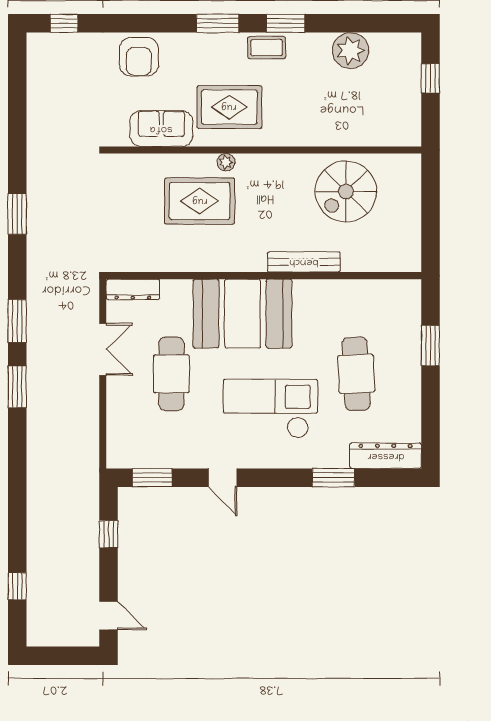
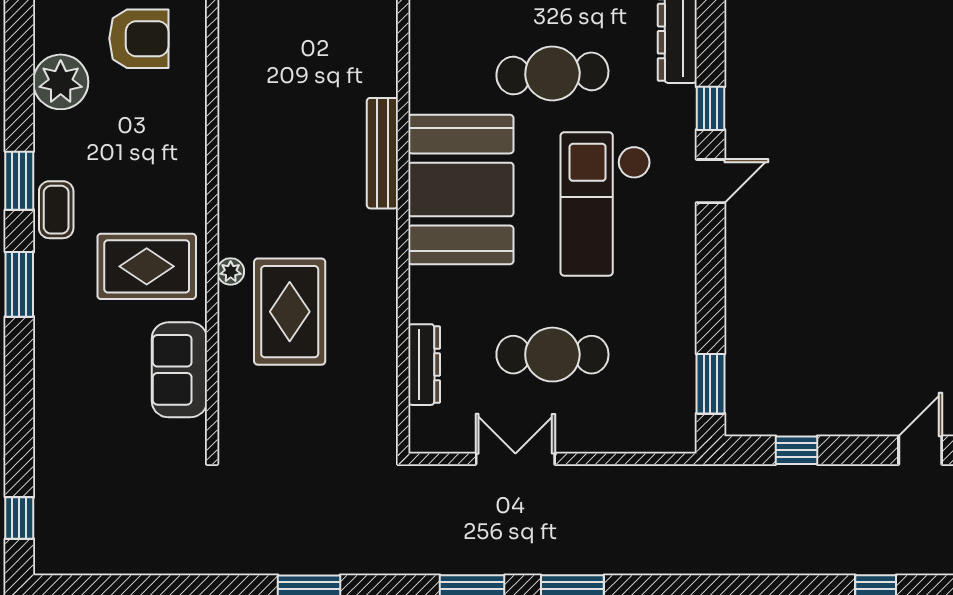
armchair: (139, 57) -> (139, 39), moved
rug: (229, 107) -> (147, 266), turned 90
spiral stairs: (346, 191) -> (275, 89), removed
dresser: (133, 289) -> (424, 365), moved
booth: (242, 314) -> (461, 189), moved
door: (223, 478) -> (710, 181), moved
window: (333, 478) -> (710, 108), width x0.67

